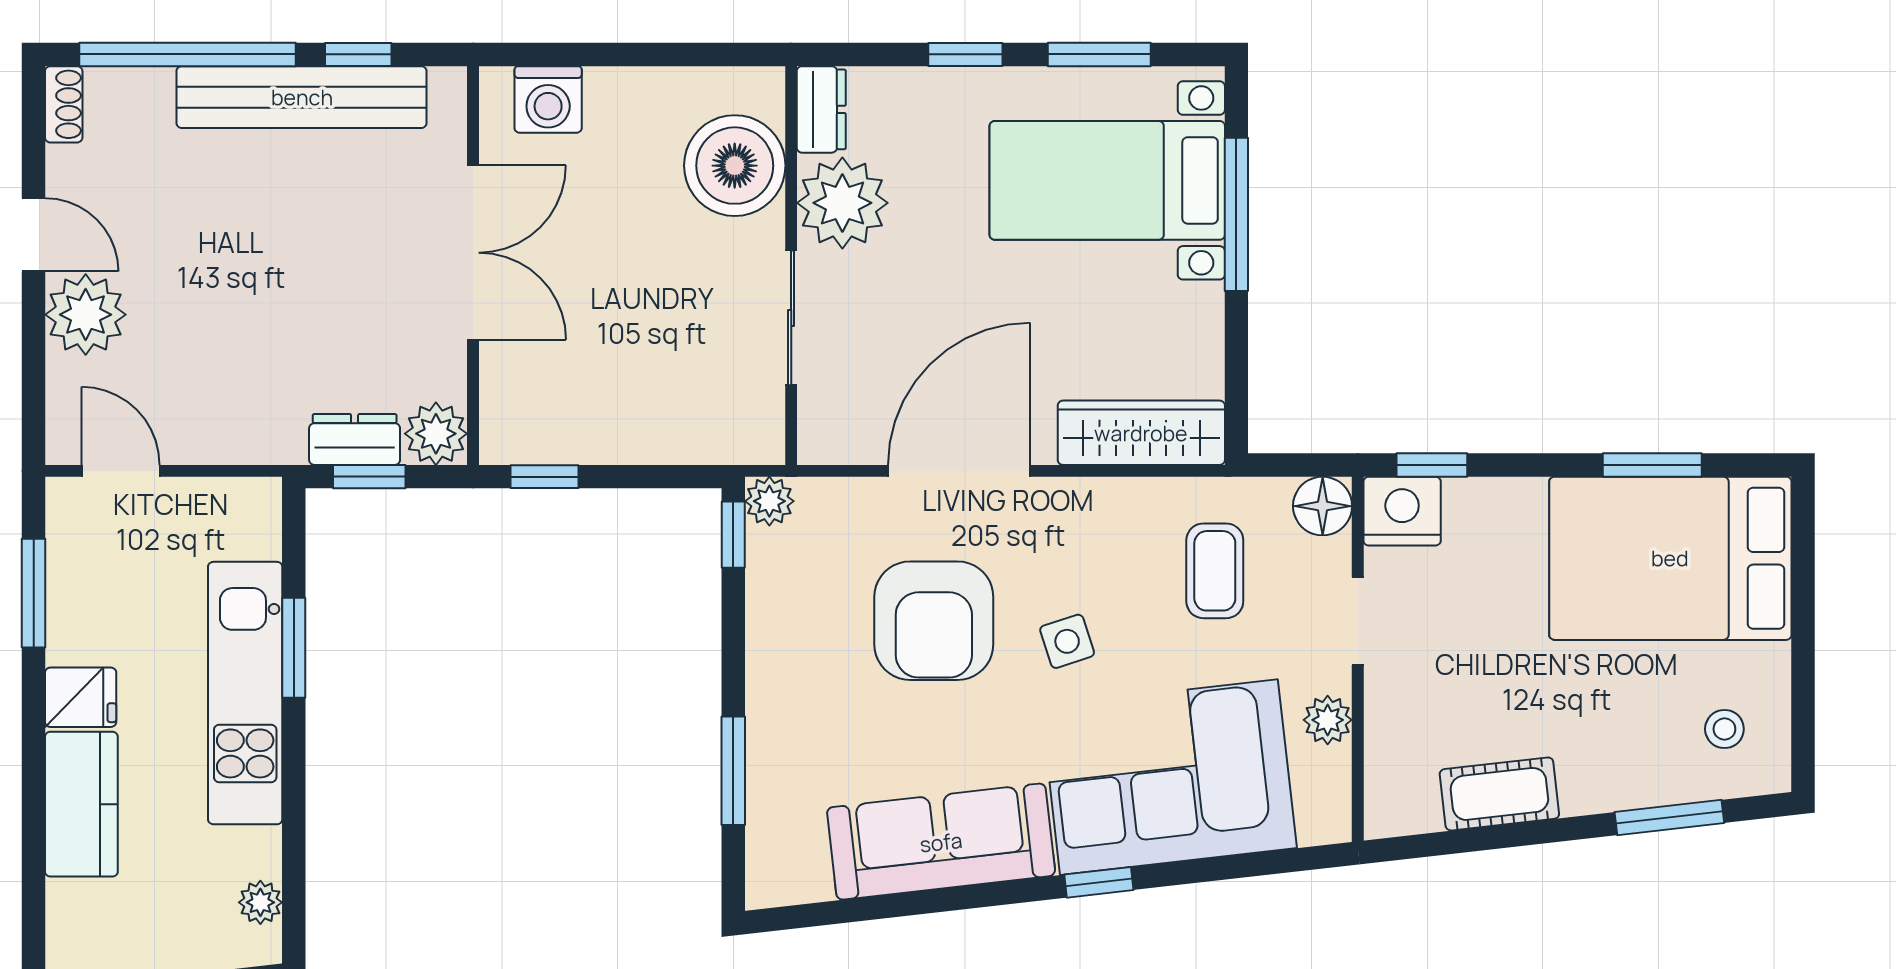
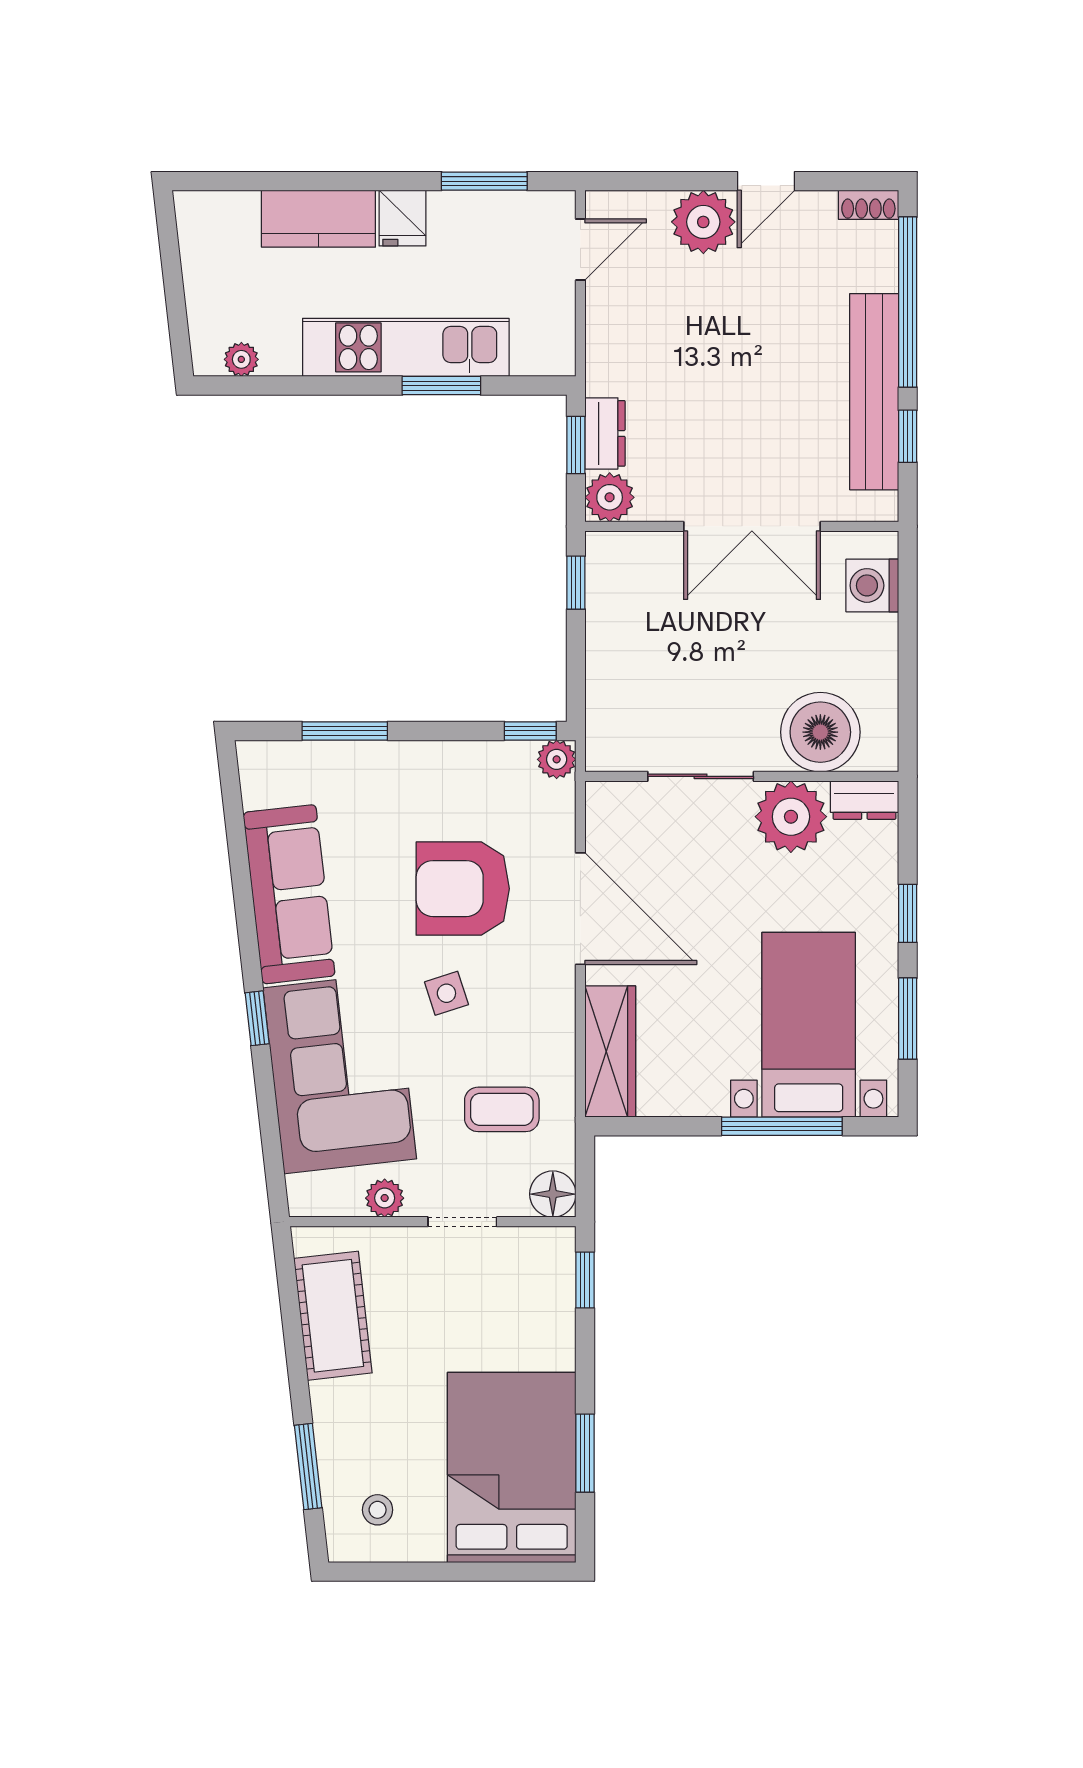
nightstand: (1402, 511) -> (549, 1257), removed
cot: (1499, 794) -> (333, 1316), width x1.37, depth x1.34

